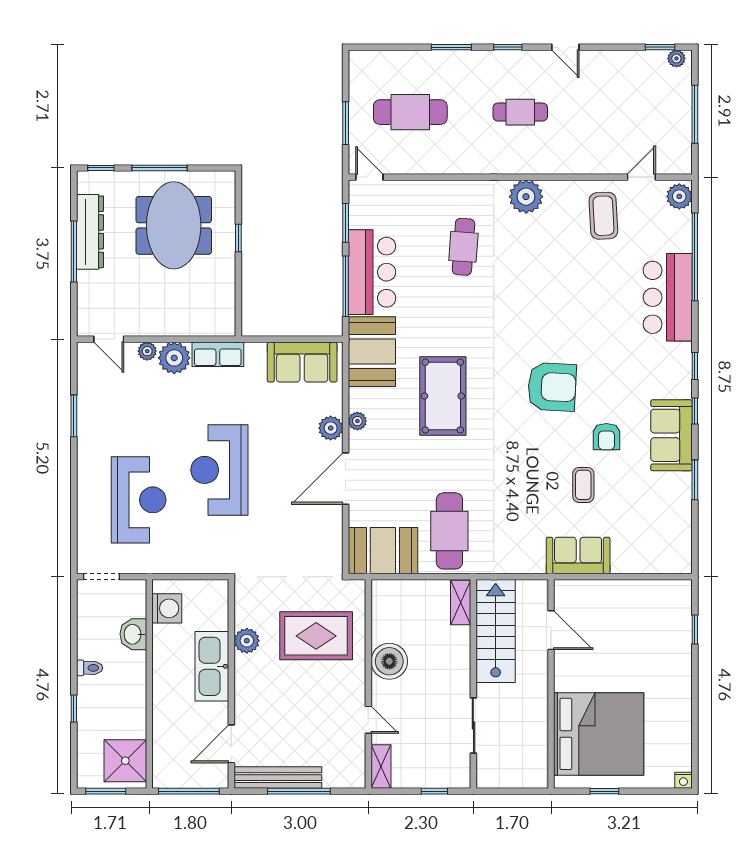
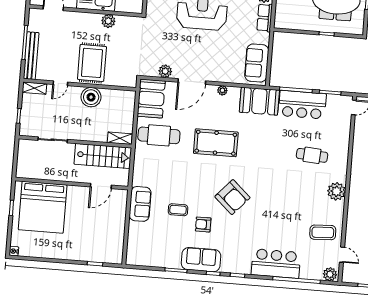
armchair: (552, 387) -> (232, 197), turned -51
pool table: (443, 396) -> (216, 143), moved
plant: (331, 428) -> (165, 71), moved
door: (346, 479) -> (192, 81), swing flipped
rug: (316, 636) -> (92, 63), moved
bench: (278, 778) -> (31, 56), moved

